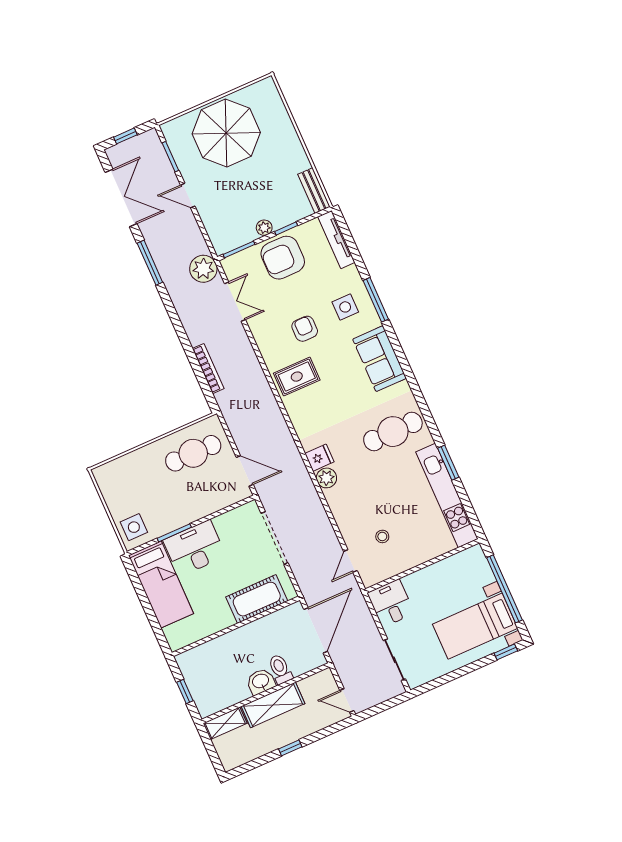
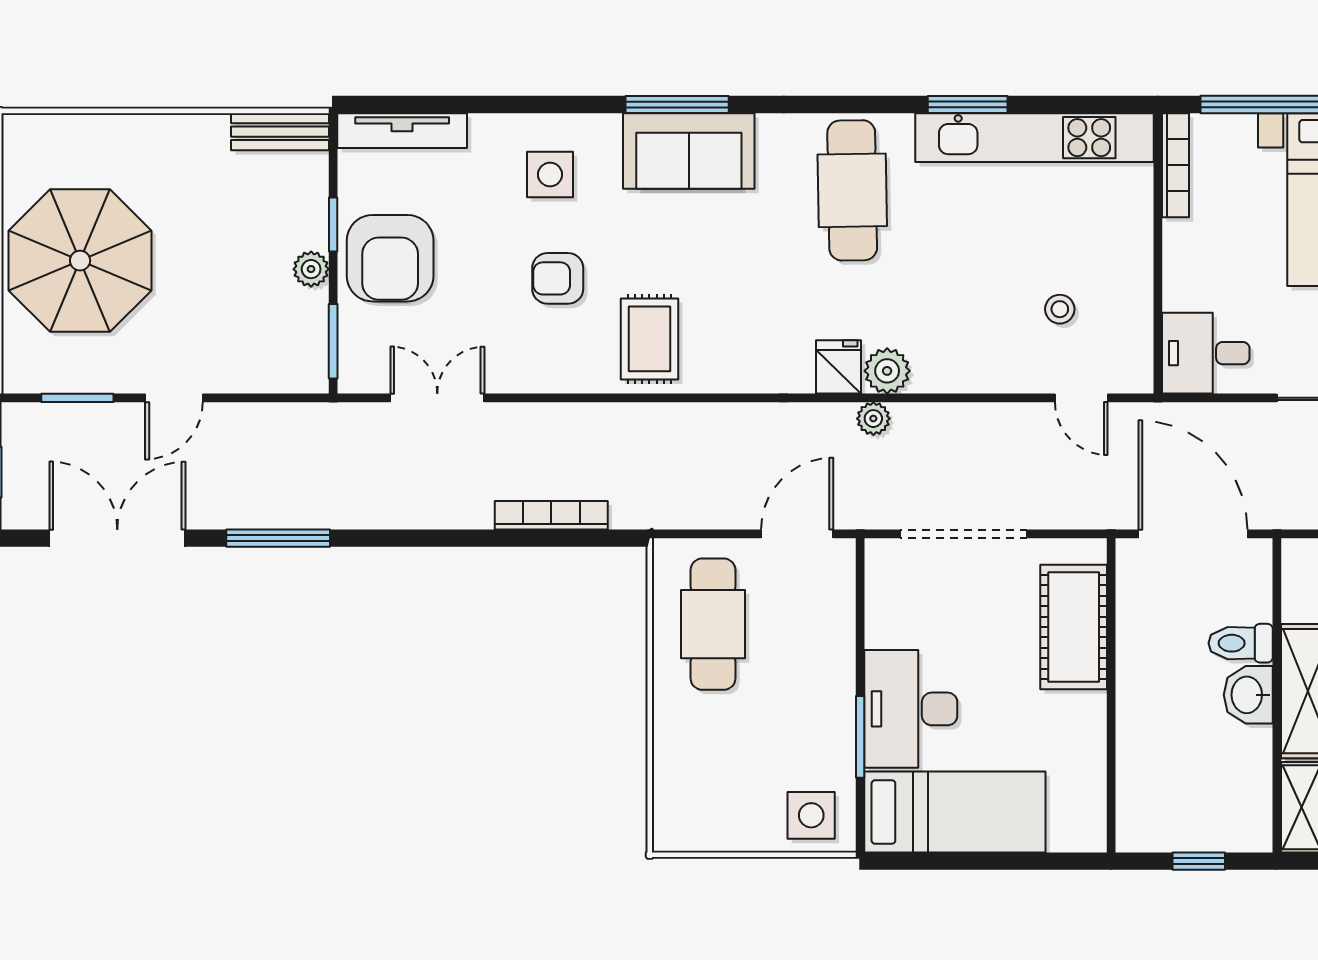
plant: (203, 269) -> (873, 419), moved, width x0.53, depth x0.53
window: (376, 300) -> (677, 104), moved
bookcase: (461, 557) -> (1175, 165), added

